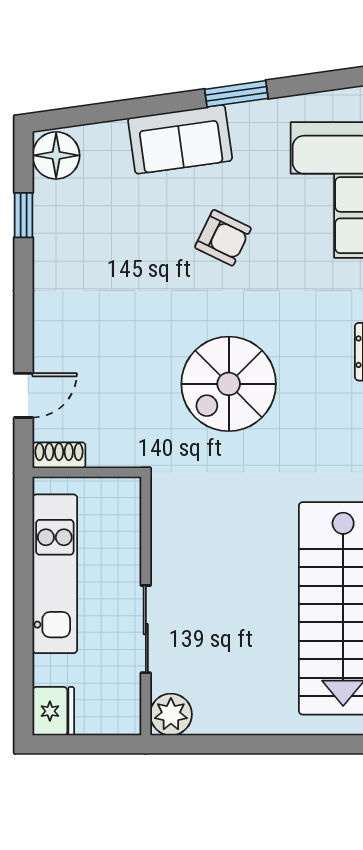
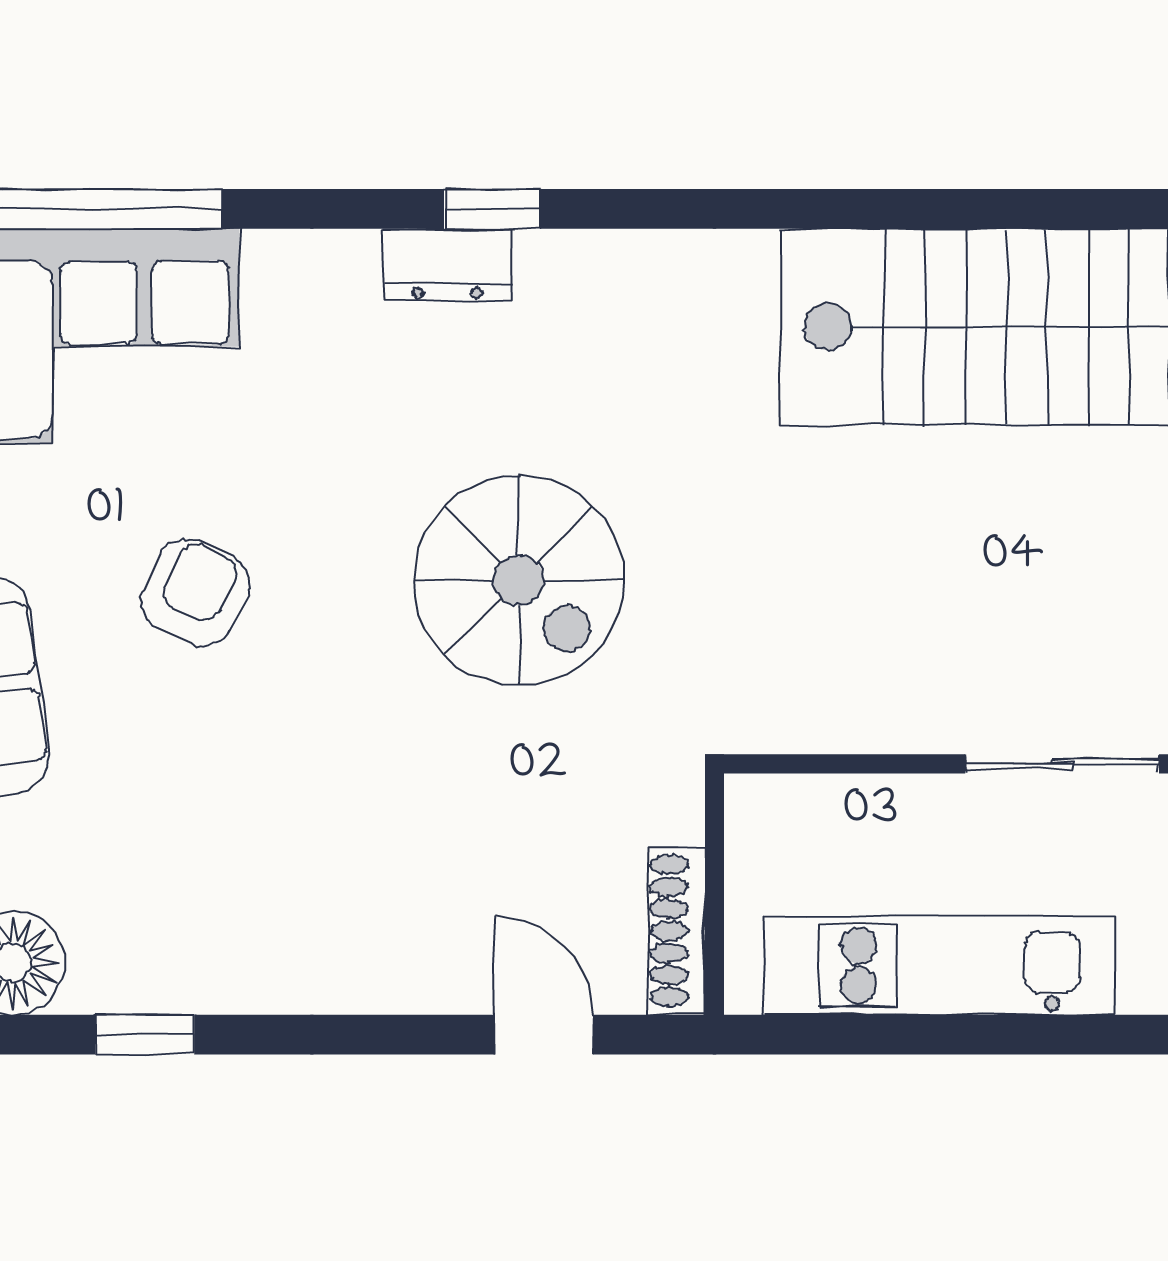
shoe rack: (59, 455) -> (676, 931), width x1.43

